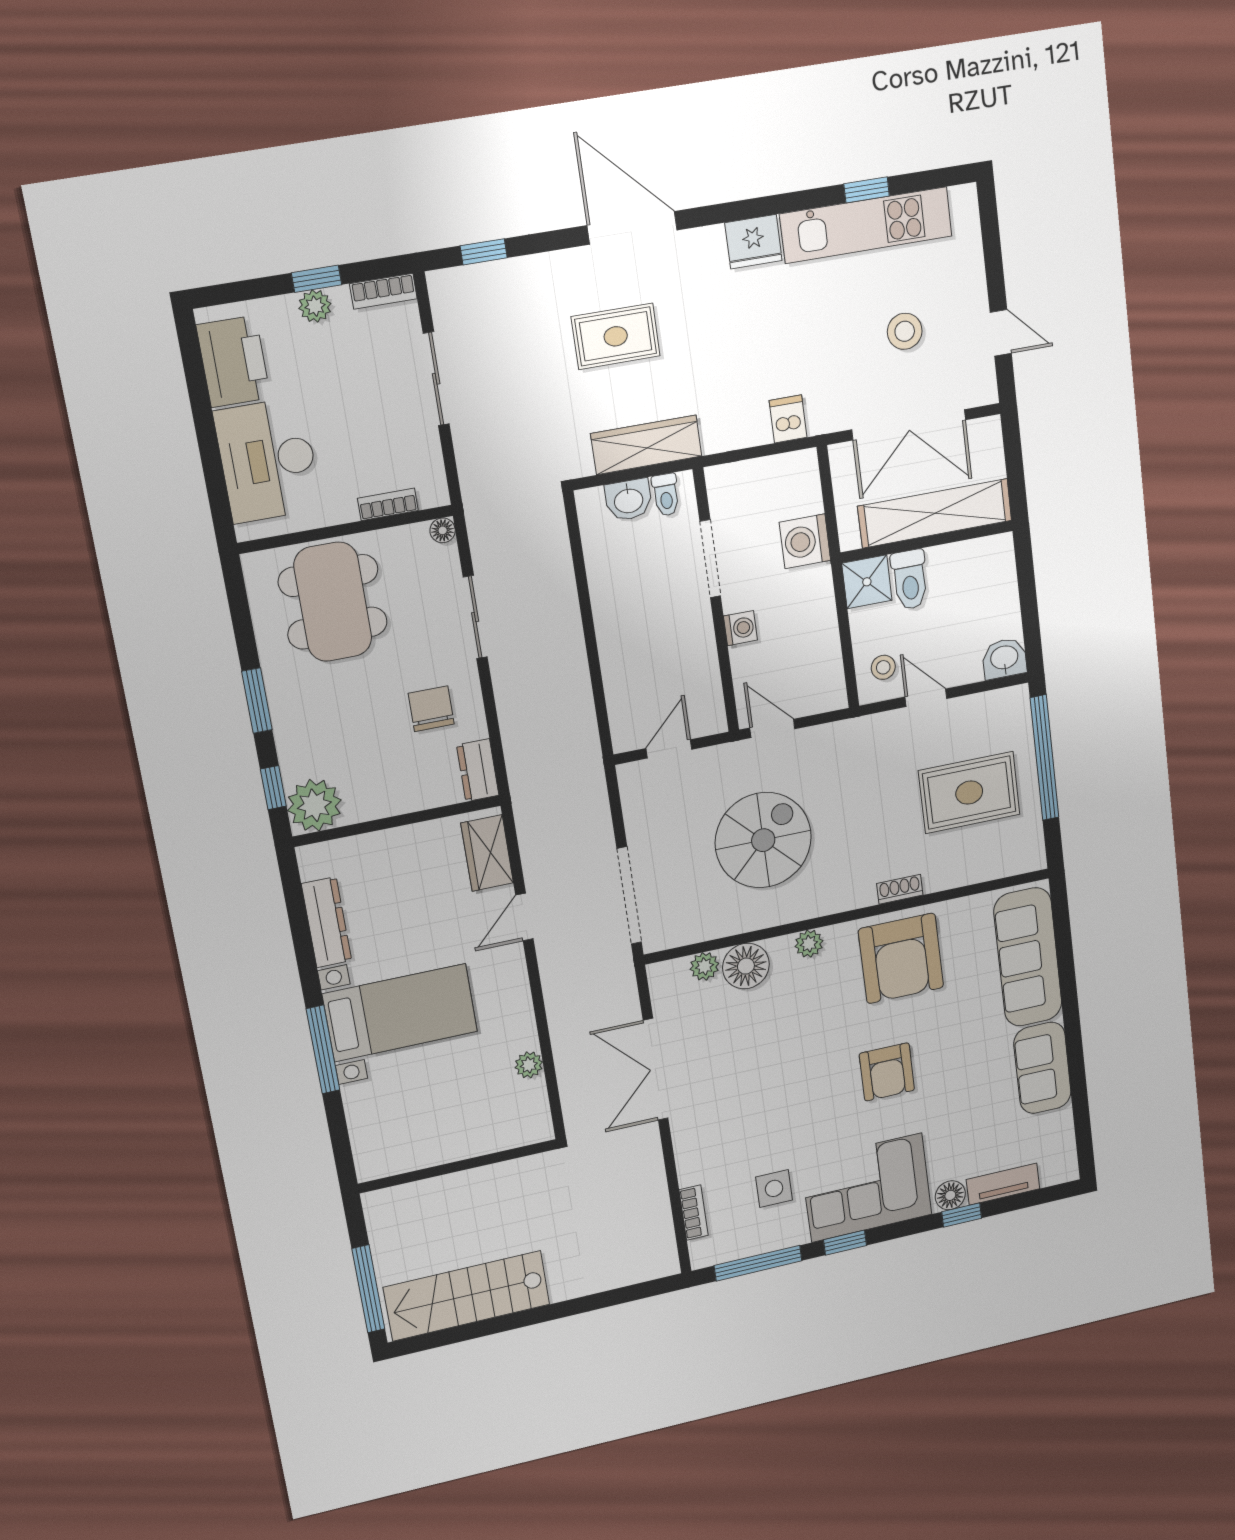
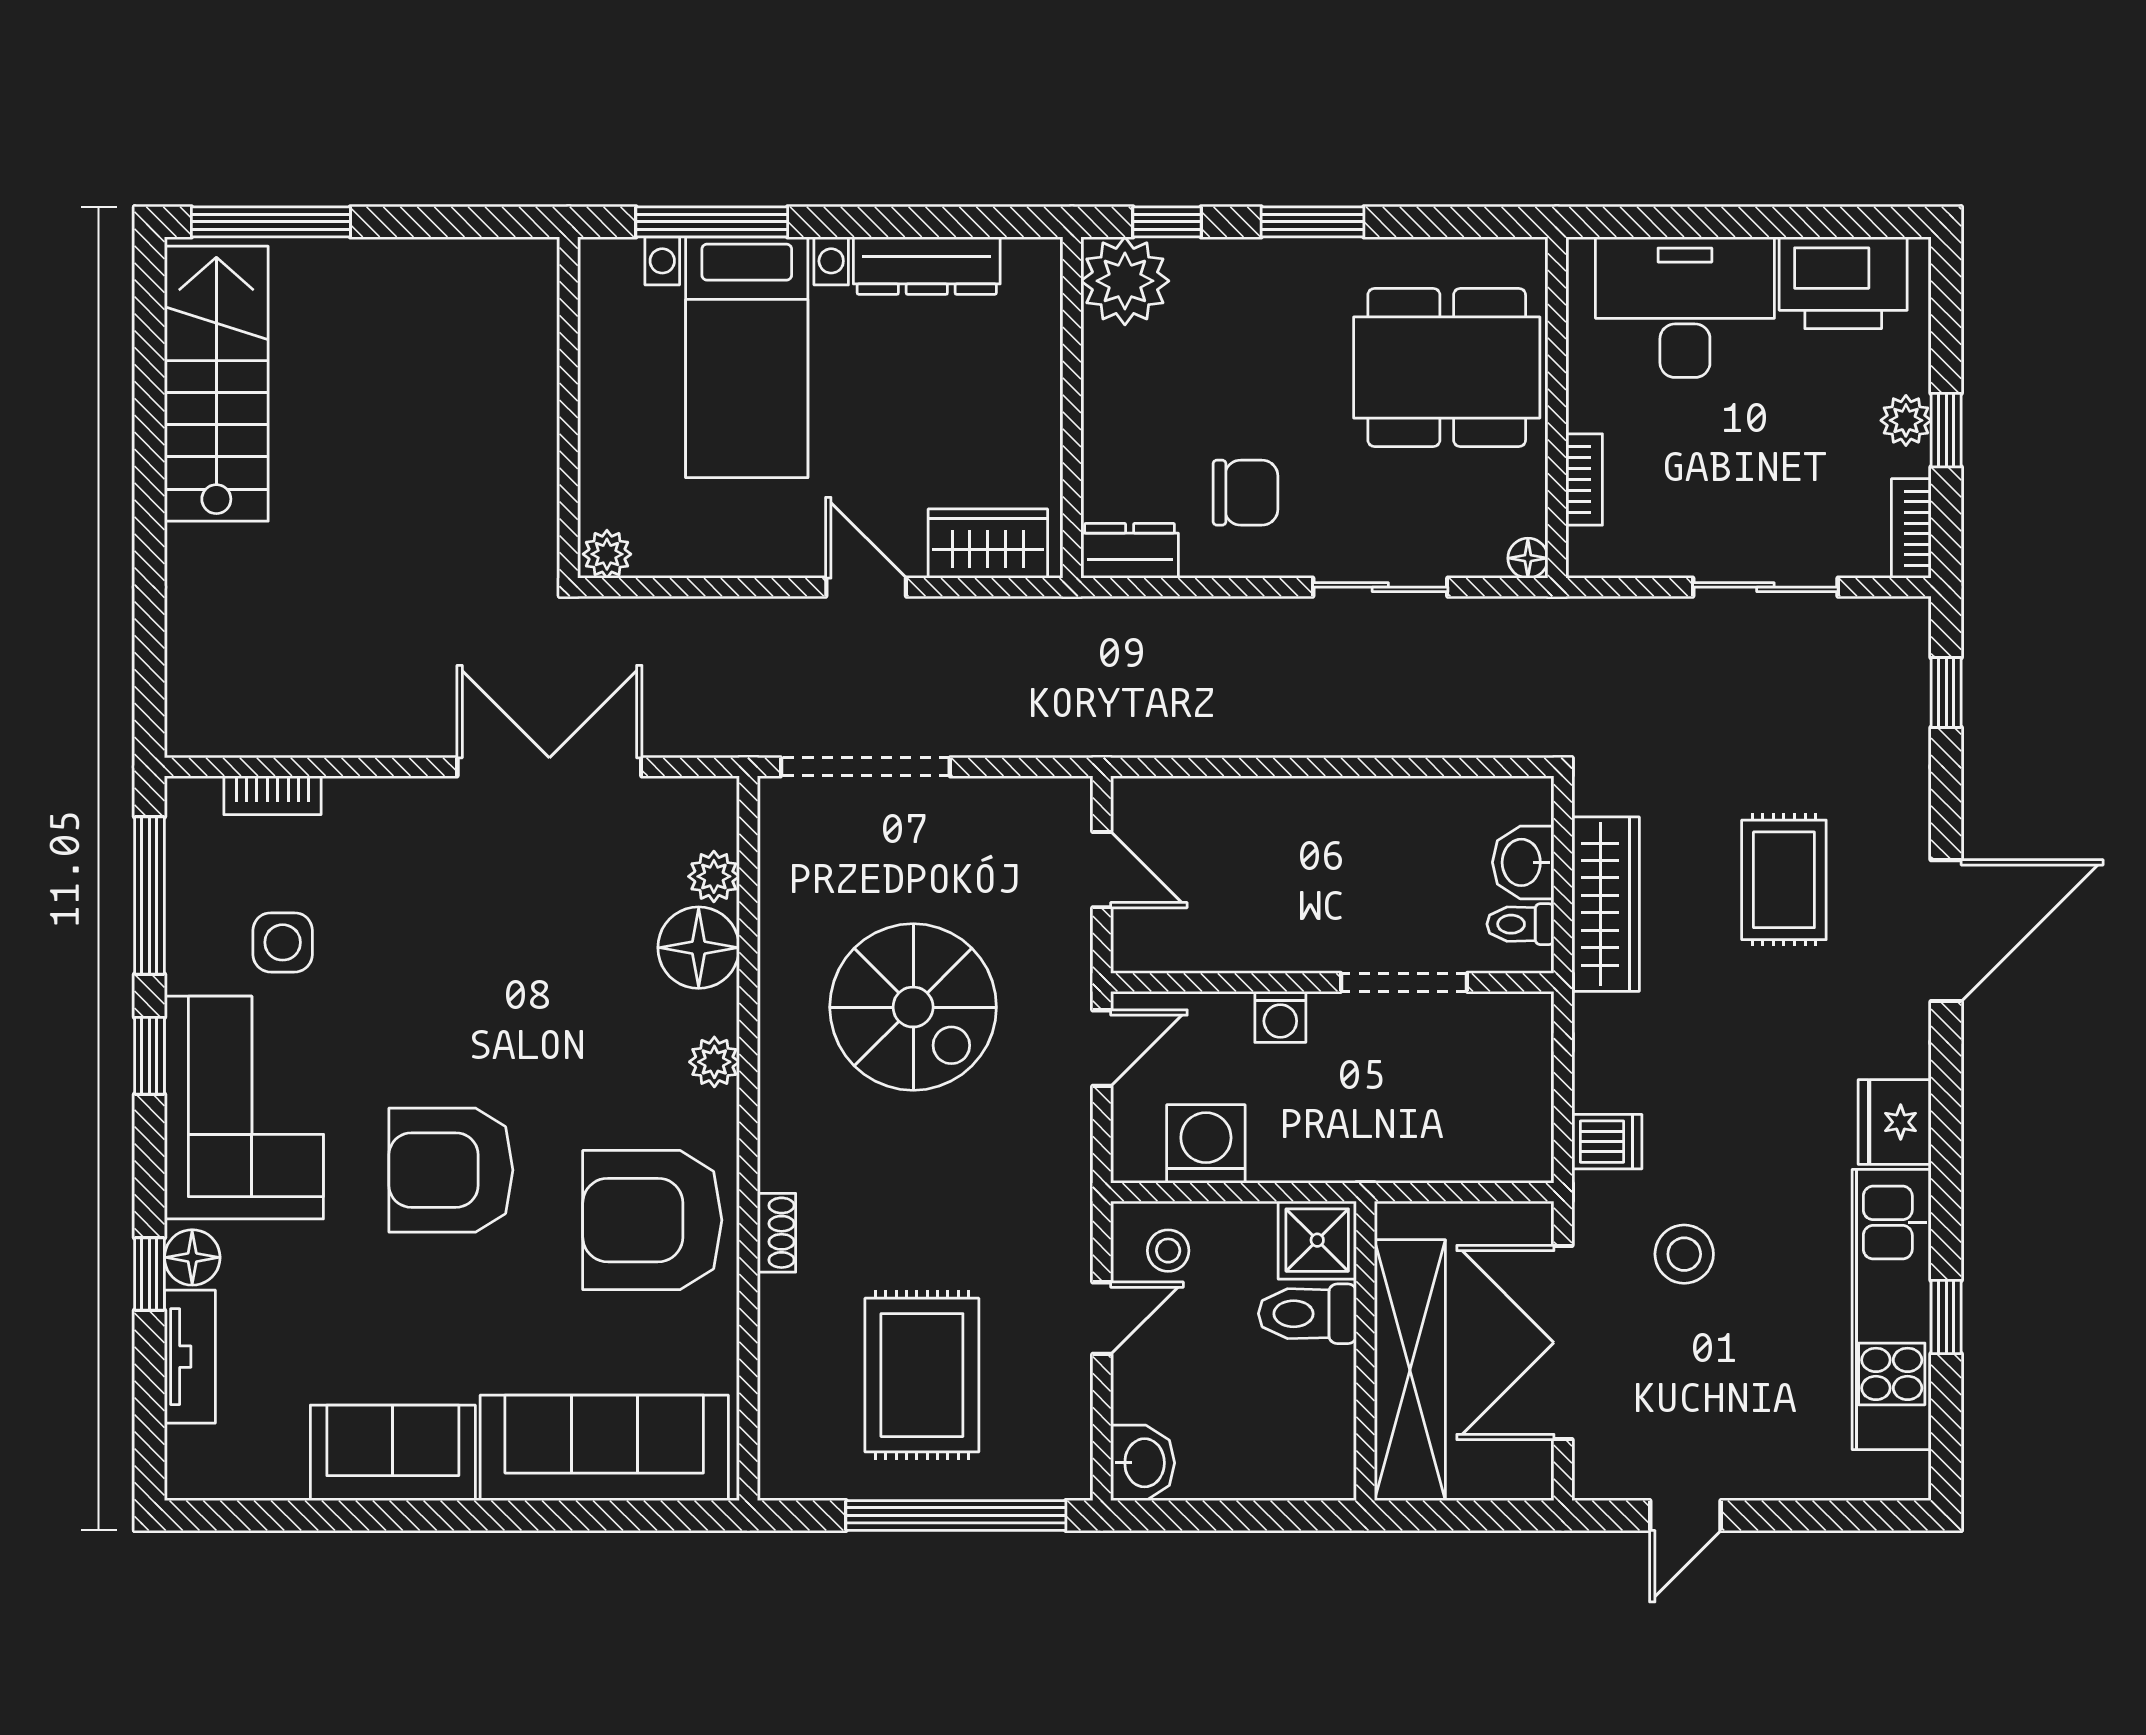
stool: (905, 331) -> (1684, 1254), moved
washing machine: (805, 541) -> (1206, 1144), moved
armchair: (887, 1072) -> (451, 1170), width x1.36, depth x1.36
wall: (458, 1166) -> (569, 407), moved

